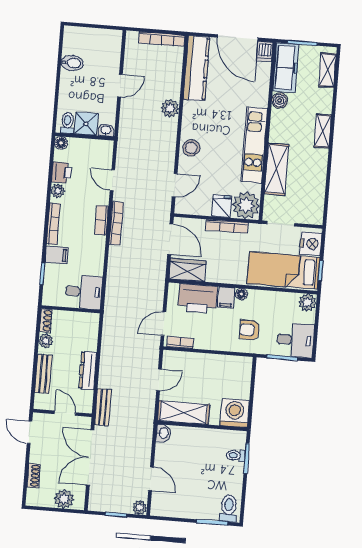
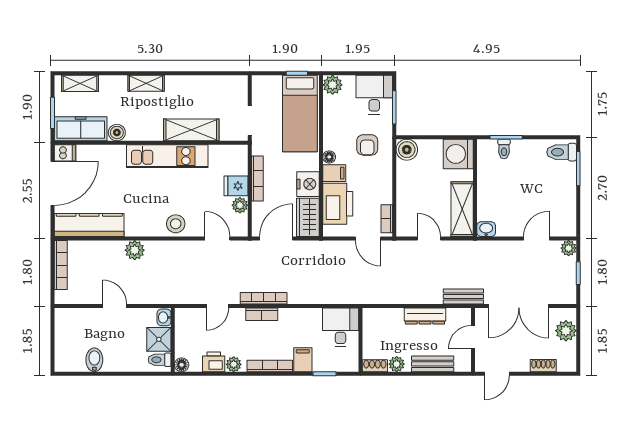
plant: (246, 205) -> (240, 205), moved, width x0.53, depth x0.53
nightstand: (311, 244) -> (308, 184), moved, turned 90
boiler: (242, 366) -> (407, 150), added

